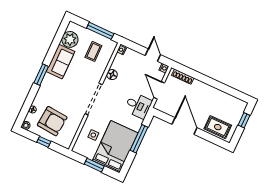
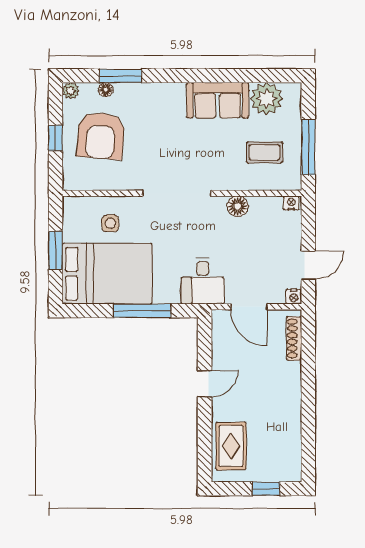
window: (41, 75) -> (121, 76), moved
door: (159, 90) -> (249, 307), swing flipped
door: (185, 126) -> (205, 384), width x0.53

